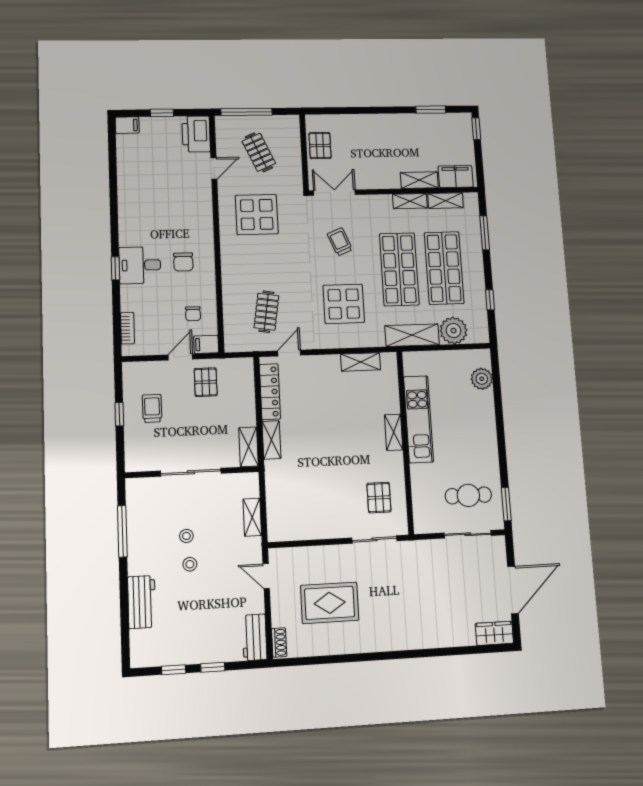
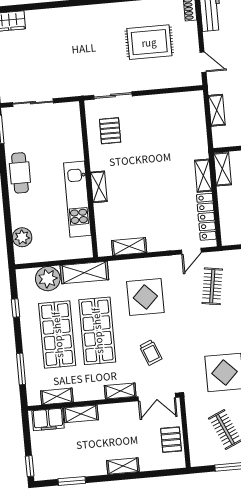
shelving: (374, 121) -> (123, 466), added
shelving: (410, 201) -> (120, 391), moved
cafe table: (468, 495) -> (20, 173), moved, turned 90

